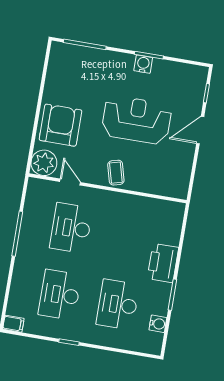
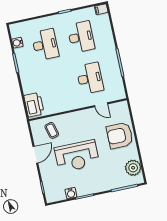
water cooler: (143, 64) -> (71, 193), moved
armchair: (60, 125) -> (120, 135), turned 90
door: (200, 130) -> (35, 155), moved
plant: (44, 163) -> (133, 168), moved
coffee table: (116, 173) -> (52, 130), moved
printer: (163, 263) -> (34, 105), moved

